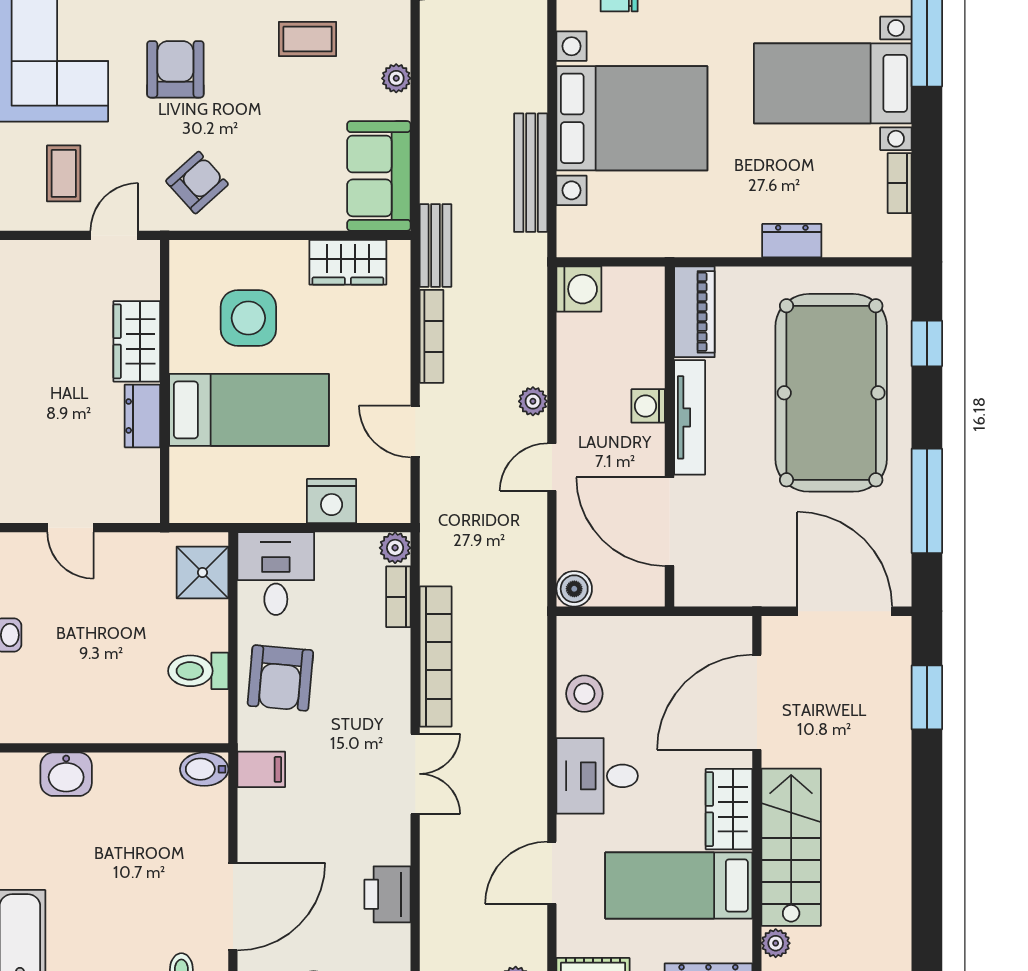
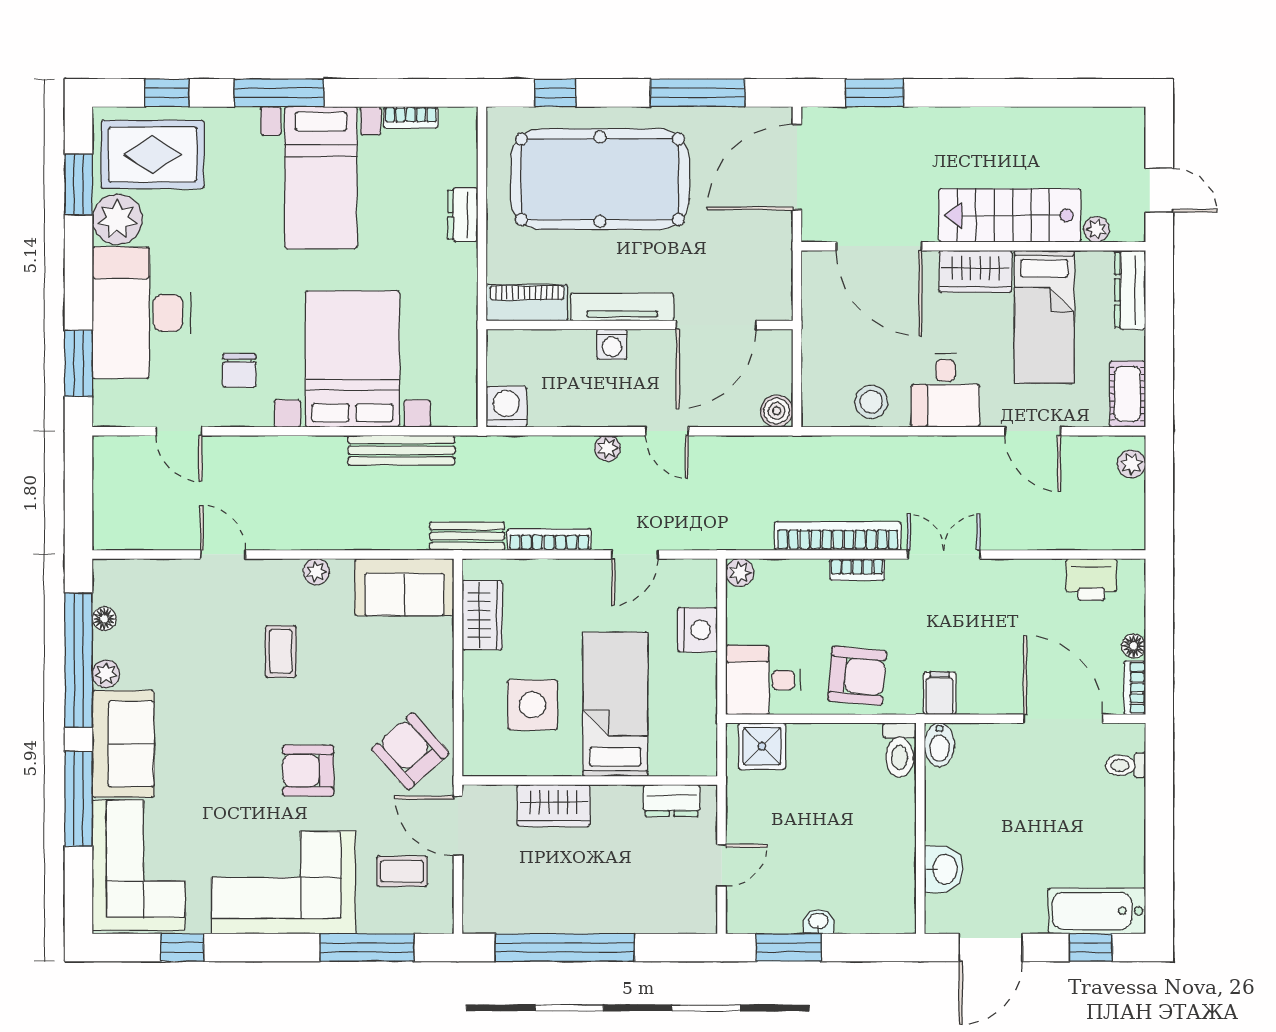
armchair: (197, 183) -> (410, 751), width x1.38, depth x1.38
door: (114, 235) -> (458, 826), width x1.38
dresser: (142, 416) -> (672, 800), moved
bookcase: (398, 597) -> (857, 570), moved
toilet: (198, 671) -> (900, 750), moved
printer: (387, 894) -> (1091, 579), moved

